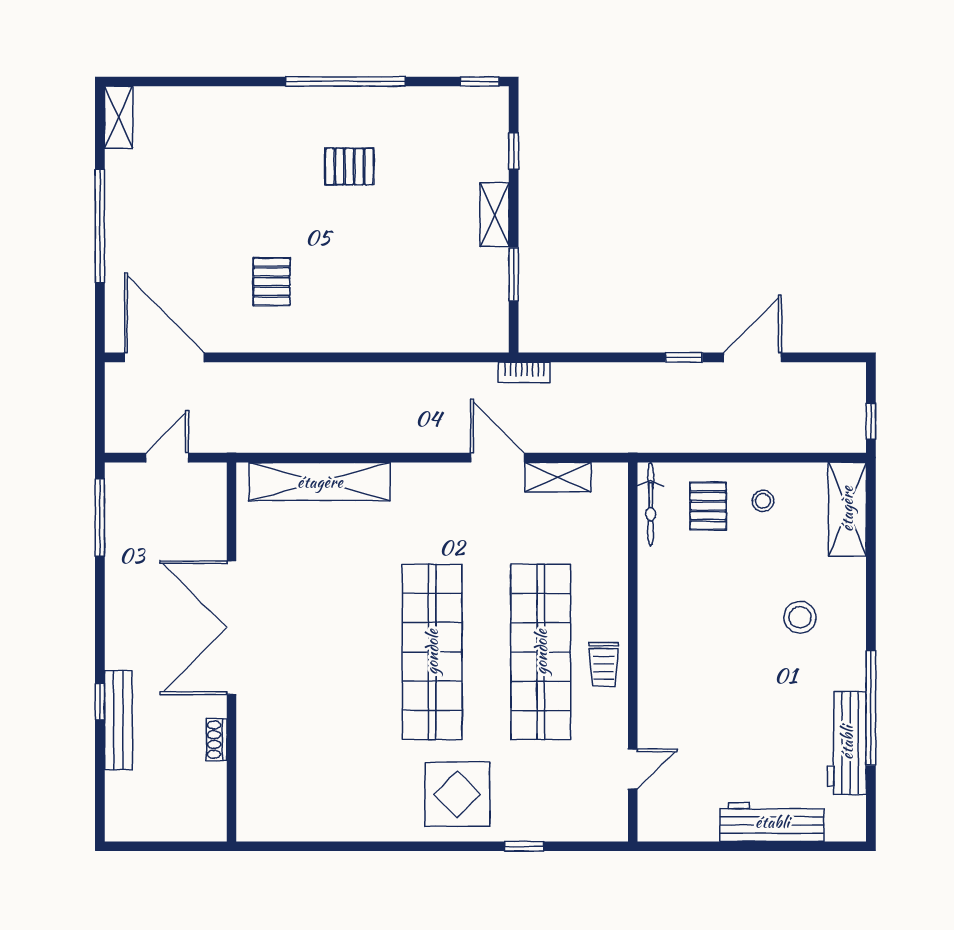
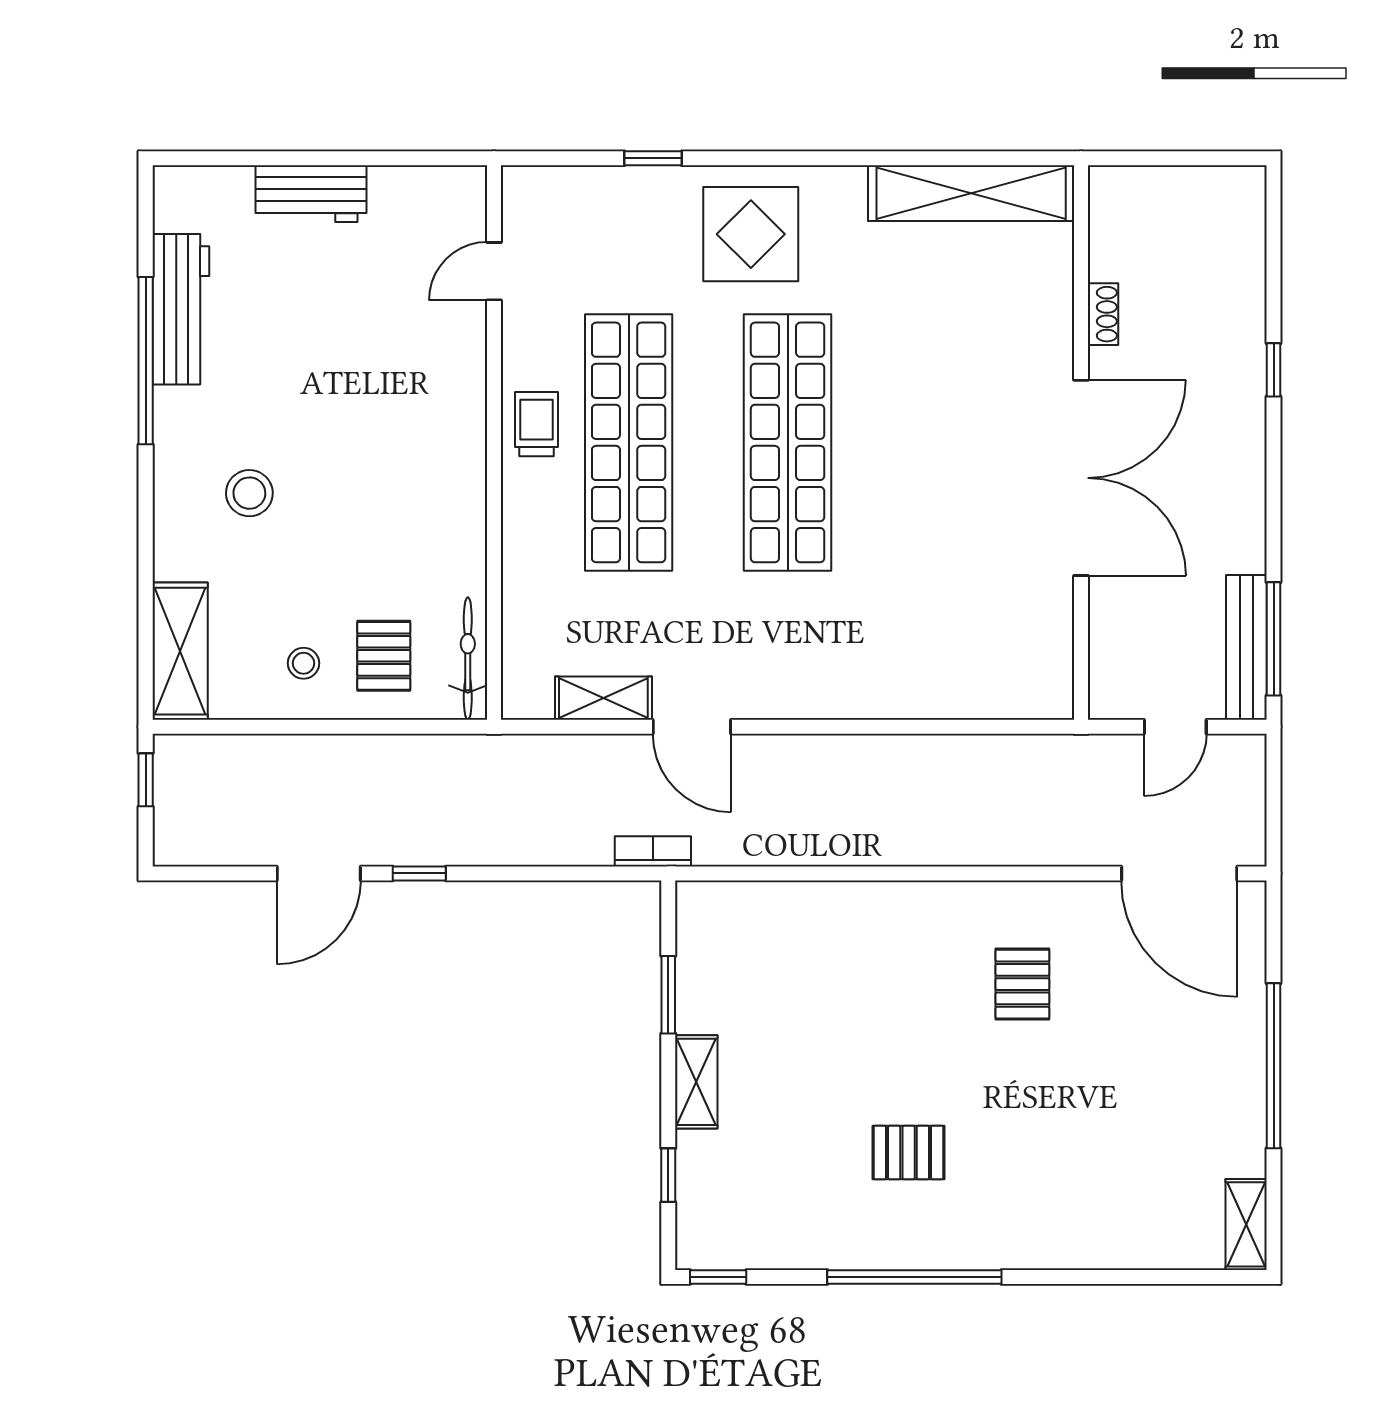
shelving: (320, 482) -> (971, 193), moved
bench: (118, 720) -> (1246, 647), moved
workbench: (772, 822) -> (311, 194), width x0.73

